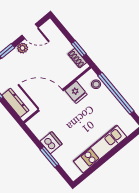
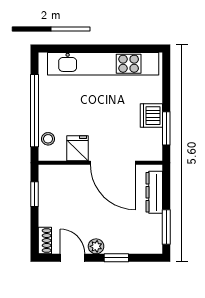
shoe rack: (77, 58) -> (45, 240), moved
kitchen unit: (100, 149) -> (103, 64), width x1.36
window: (49, 157) -> (166, 128), moved

